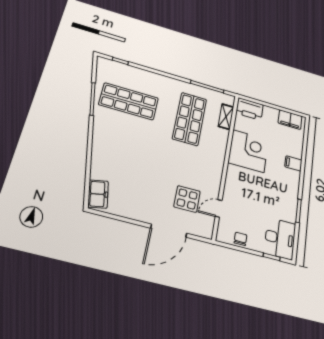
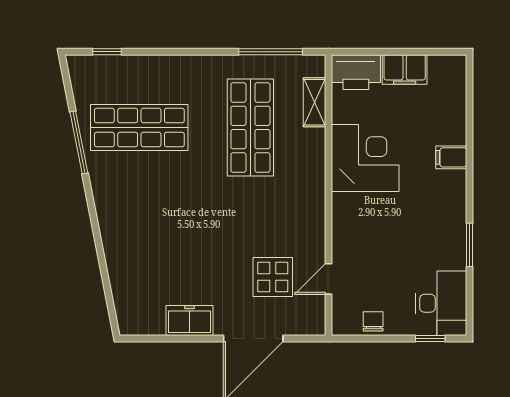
filing cabinet: (290, 120) -> (405, 70), moved
freezer: (98, 194) -> (189, 320), moved, turned -79

